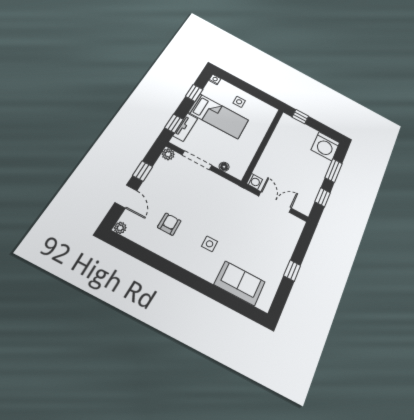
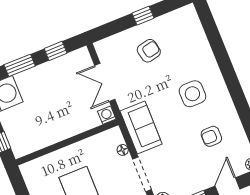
side table: (210, 244) -> (192, 94), width x1.87, depth x1.87
armchair: (266, 249) -> (149, 51), added
sofa: (240, 283) -> (141, 128), moved, turned 180

